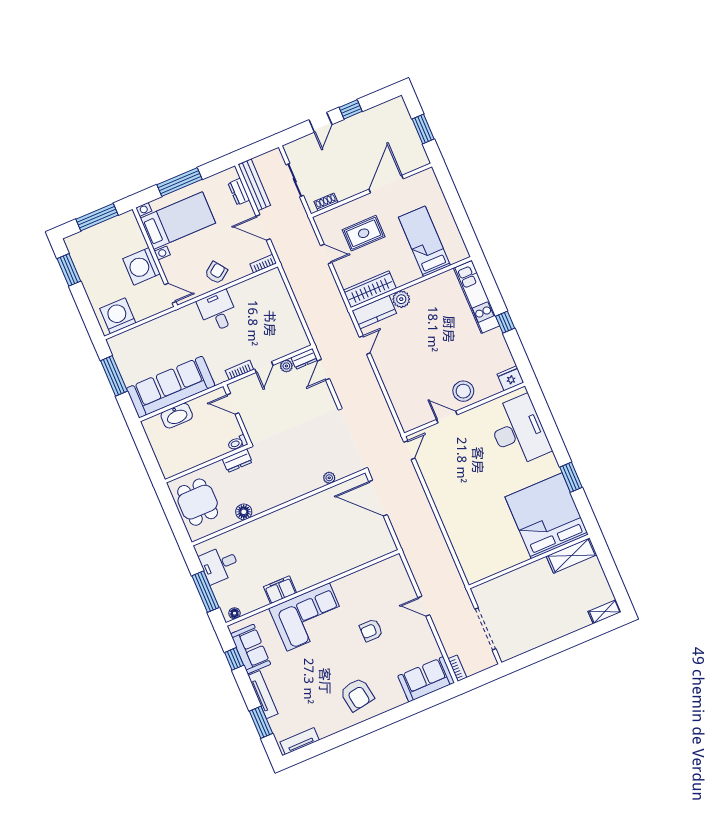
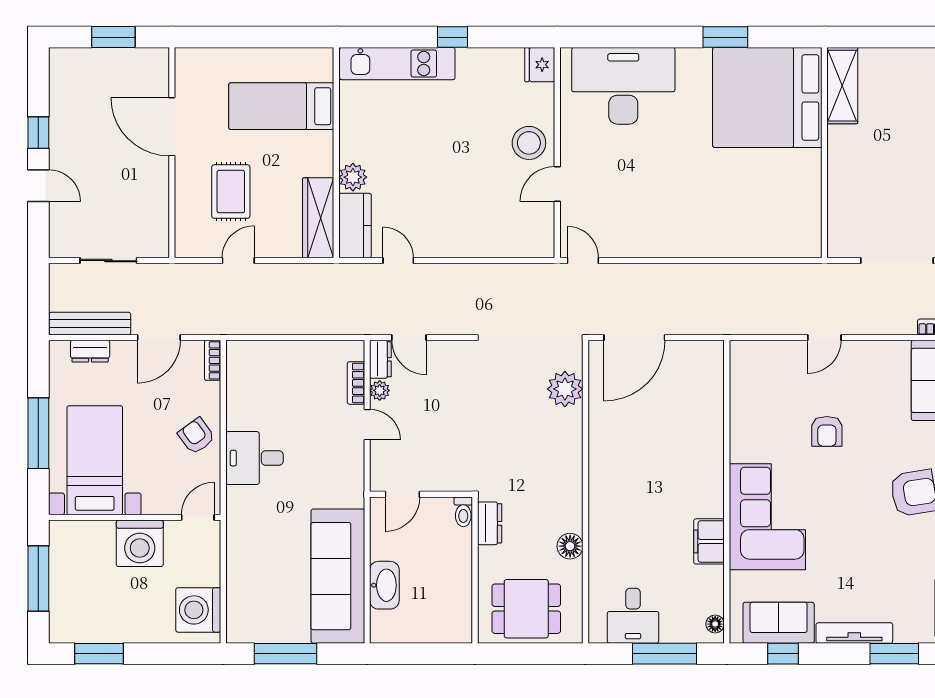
shoe rack: (326, 202) -> (161, 228), removed
bookcase: (239, 370) -> (356, 383), moved
plant: (329, 478) -> (565, 389), width x1.88, depth x1.88

